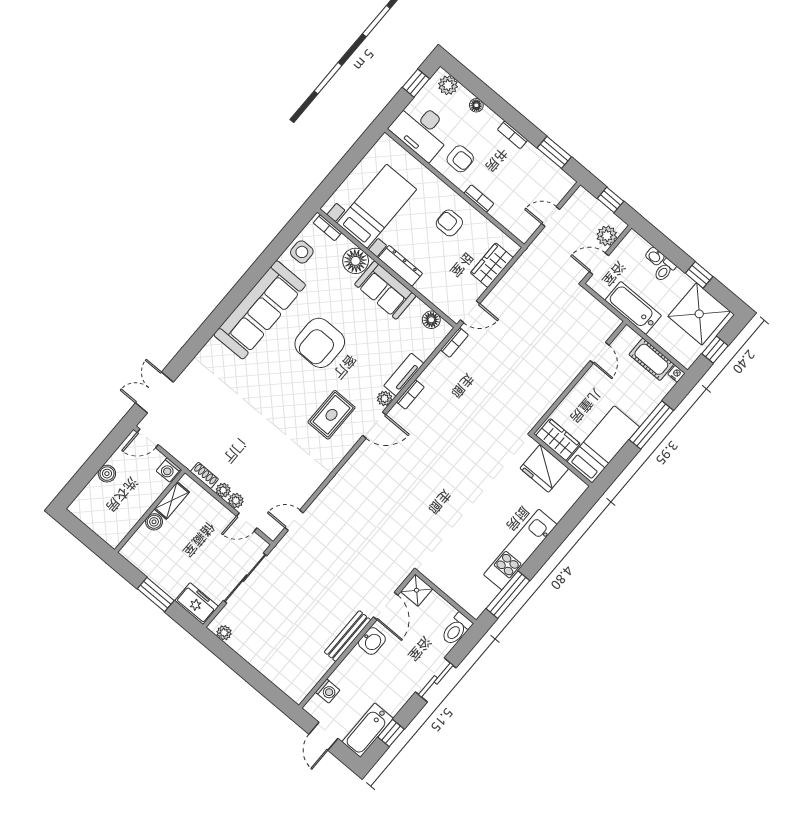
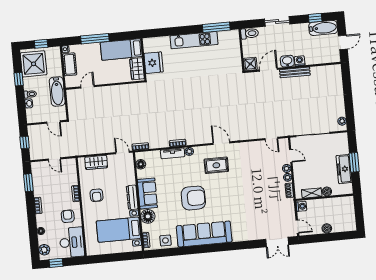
plant: (607, 236) -> (40, 130), removed
door: (374, 425) -> (221, 143), moved
freezer: (197, 604) -> (344, 169), moved, width x1.40
washing machine: (328, 691) -> (300, 61), moved

